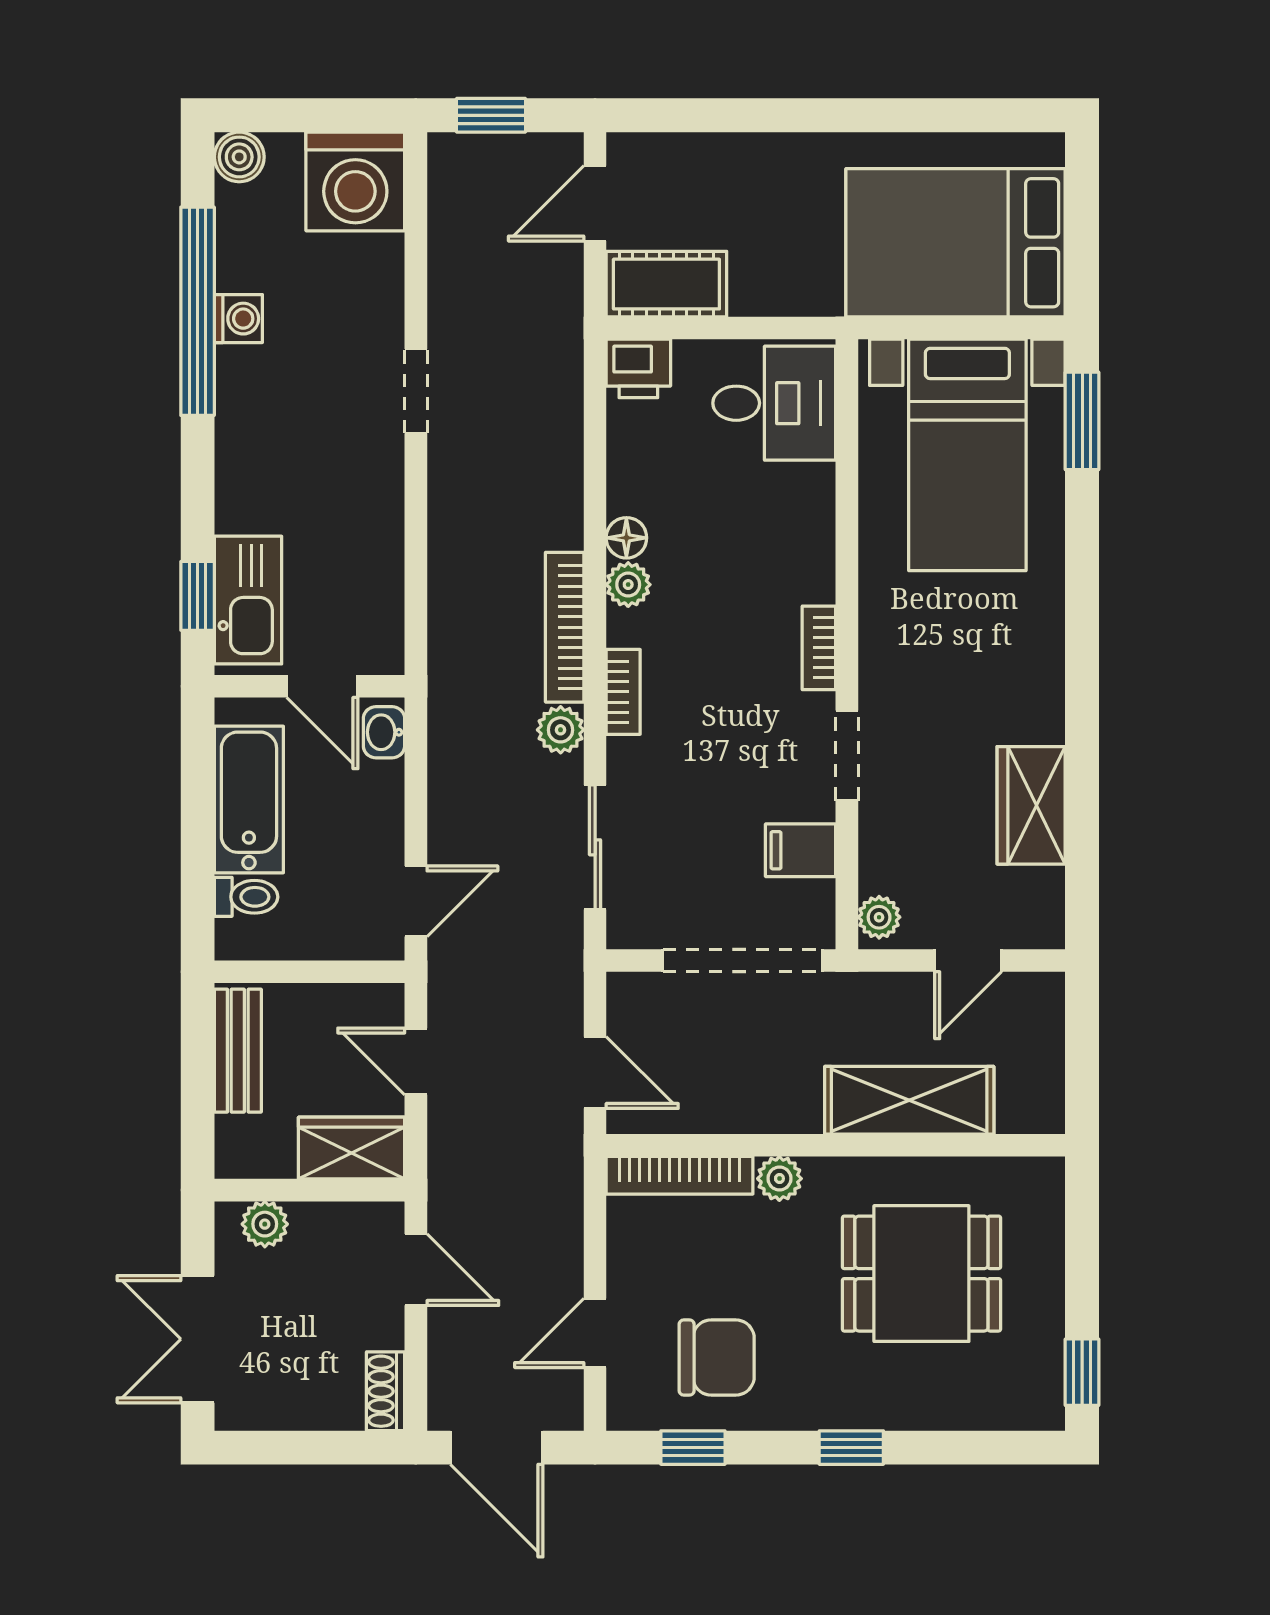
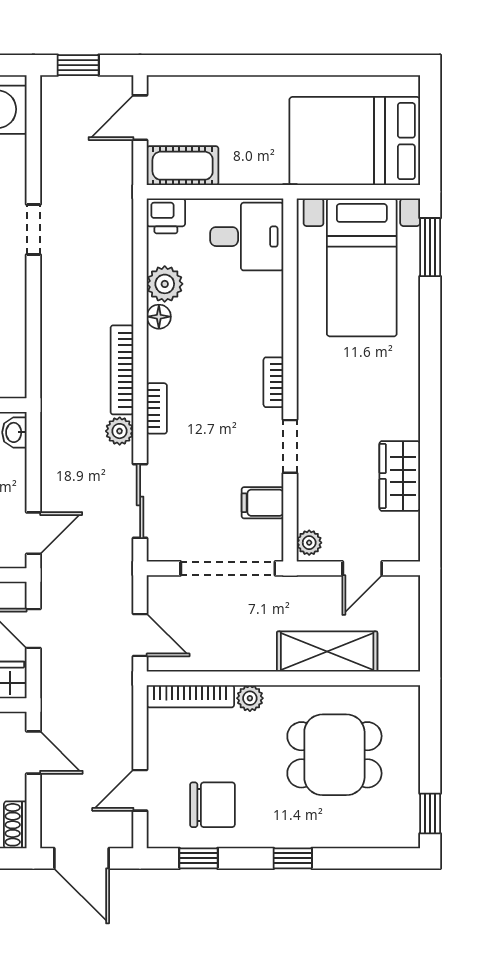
plant: (628, 585) -> (165, 284), moved, width x1.38, depth x1.38

